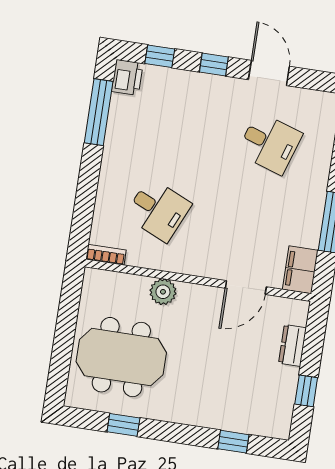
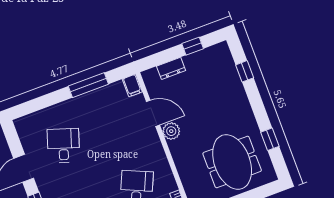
filing cabinet: (300, 270) -> (132, 85), width x0.50
plant: (163, 292) -> (171, 131), moved

